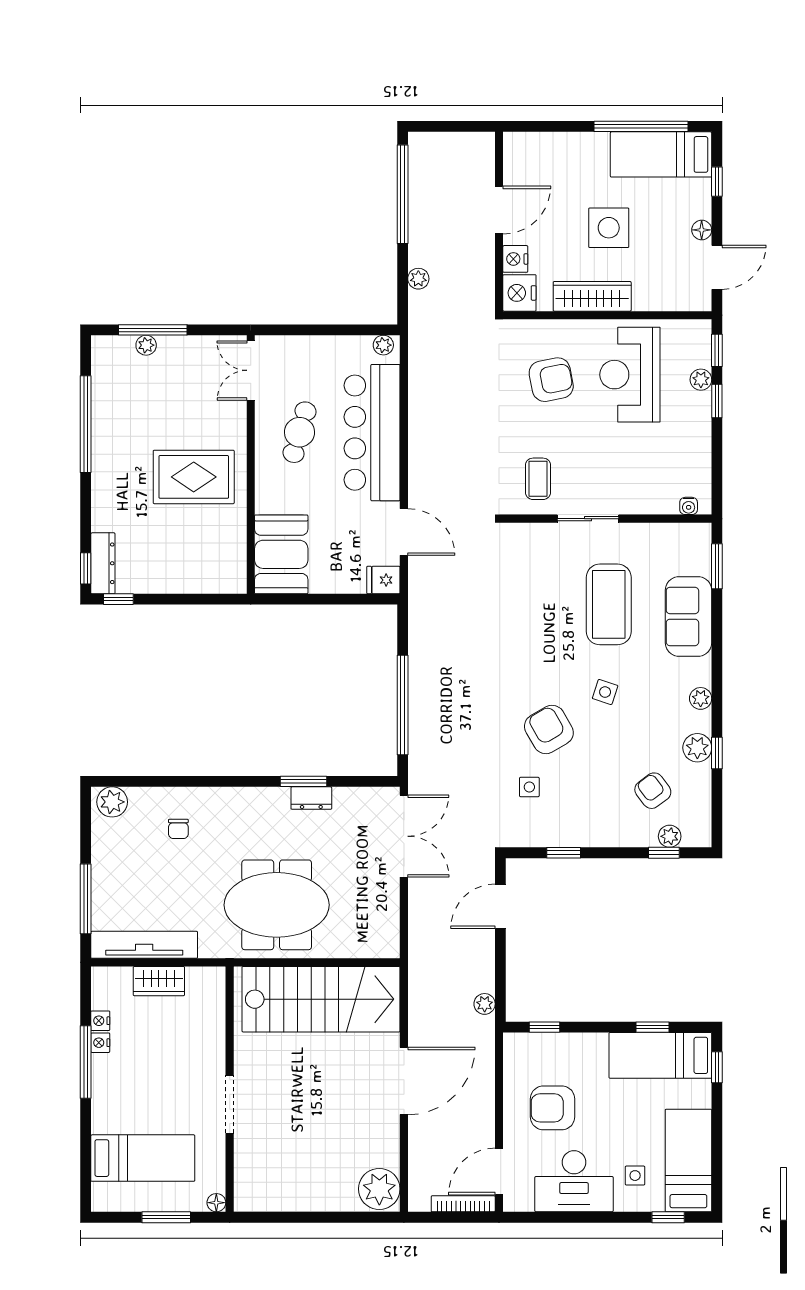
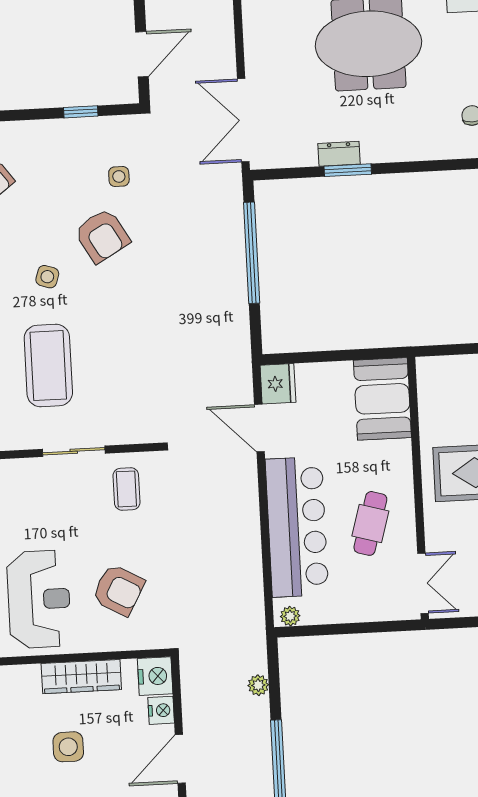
side table: (609, 228) -> (68, 747), width x0.73, depth x0.73
armchair: (551, 380) -> (118, 590), turned -140
fridge: (383, 580) -> (278, 384), width x1.38

